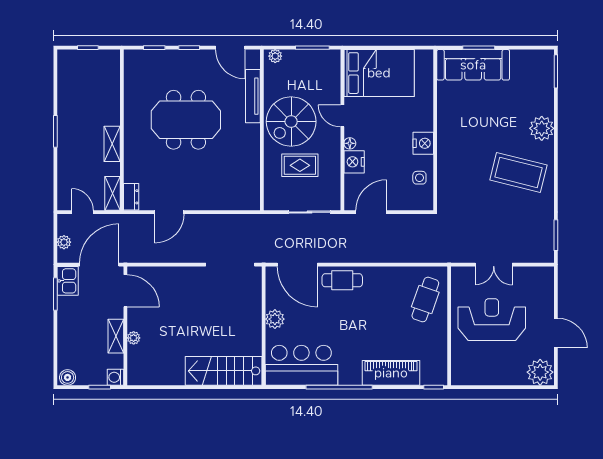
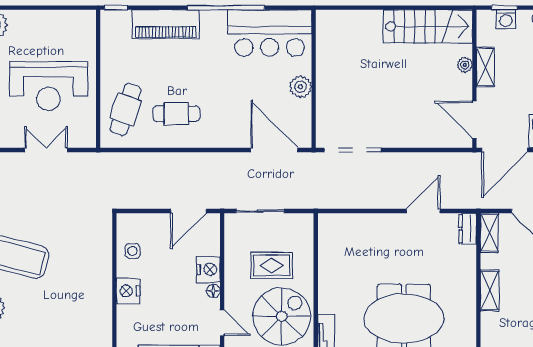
cafe table: (342, 280) -> (176, 114), moved
stairs: (224, 371) -> (428, 26), moved
washing machine: (115, 377) -> (506, 19), moved, turned 90

